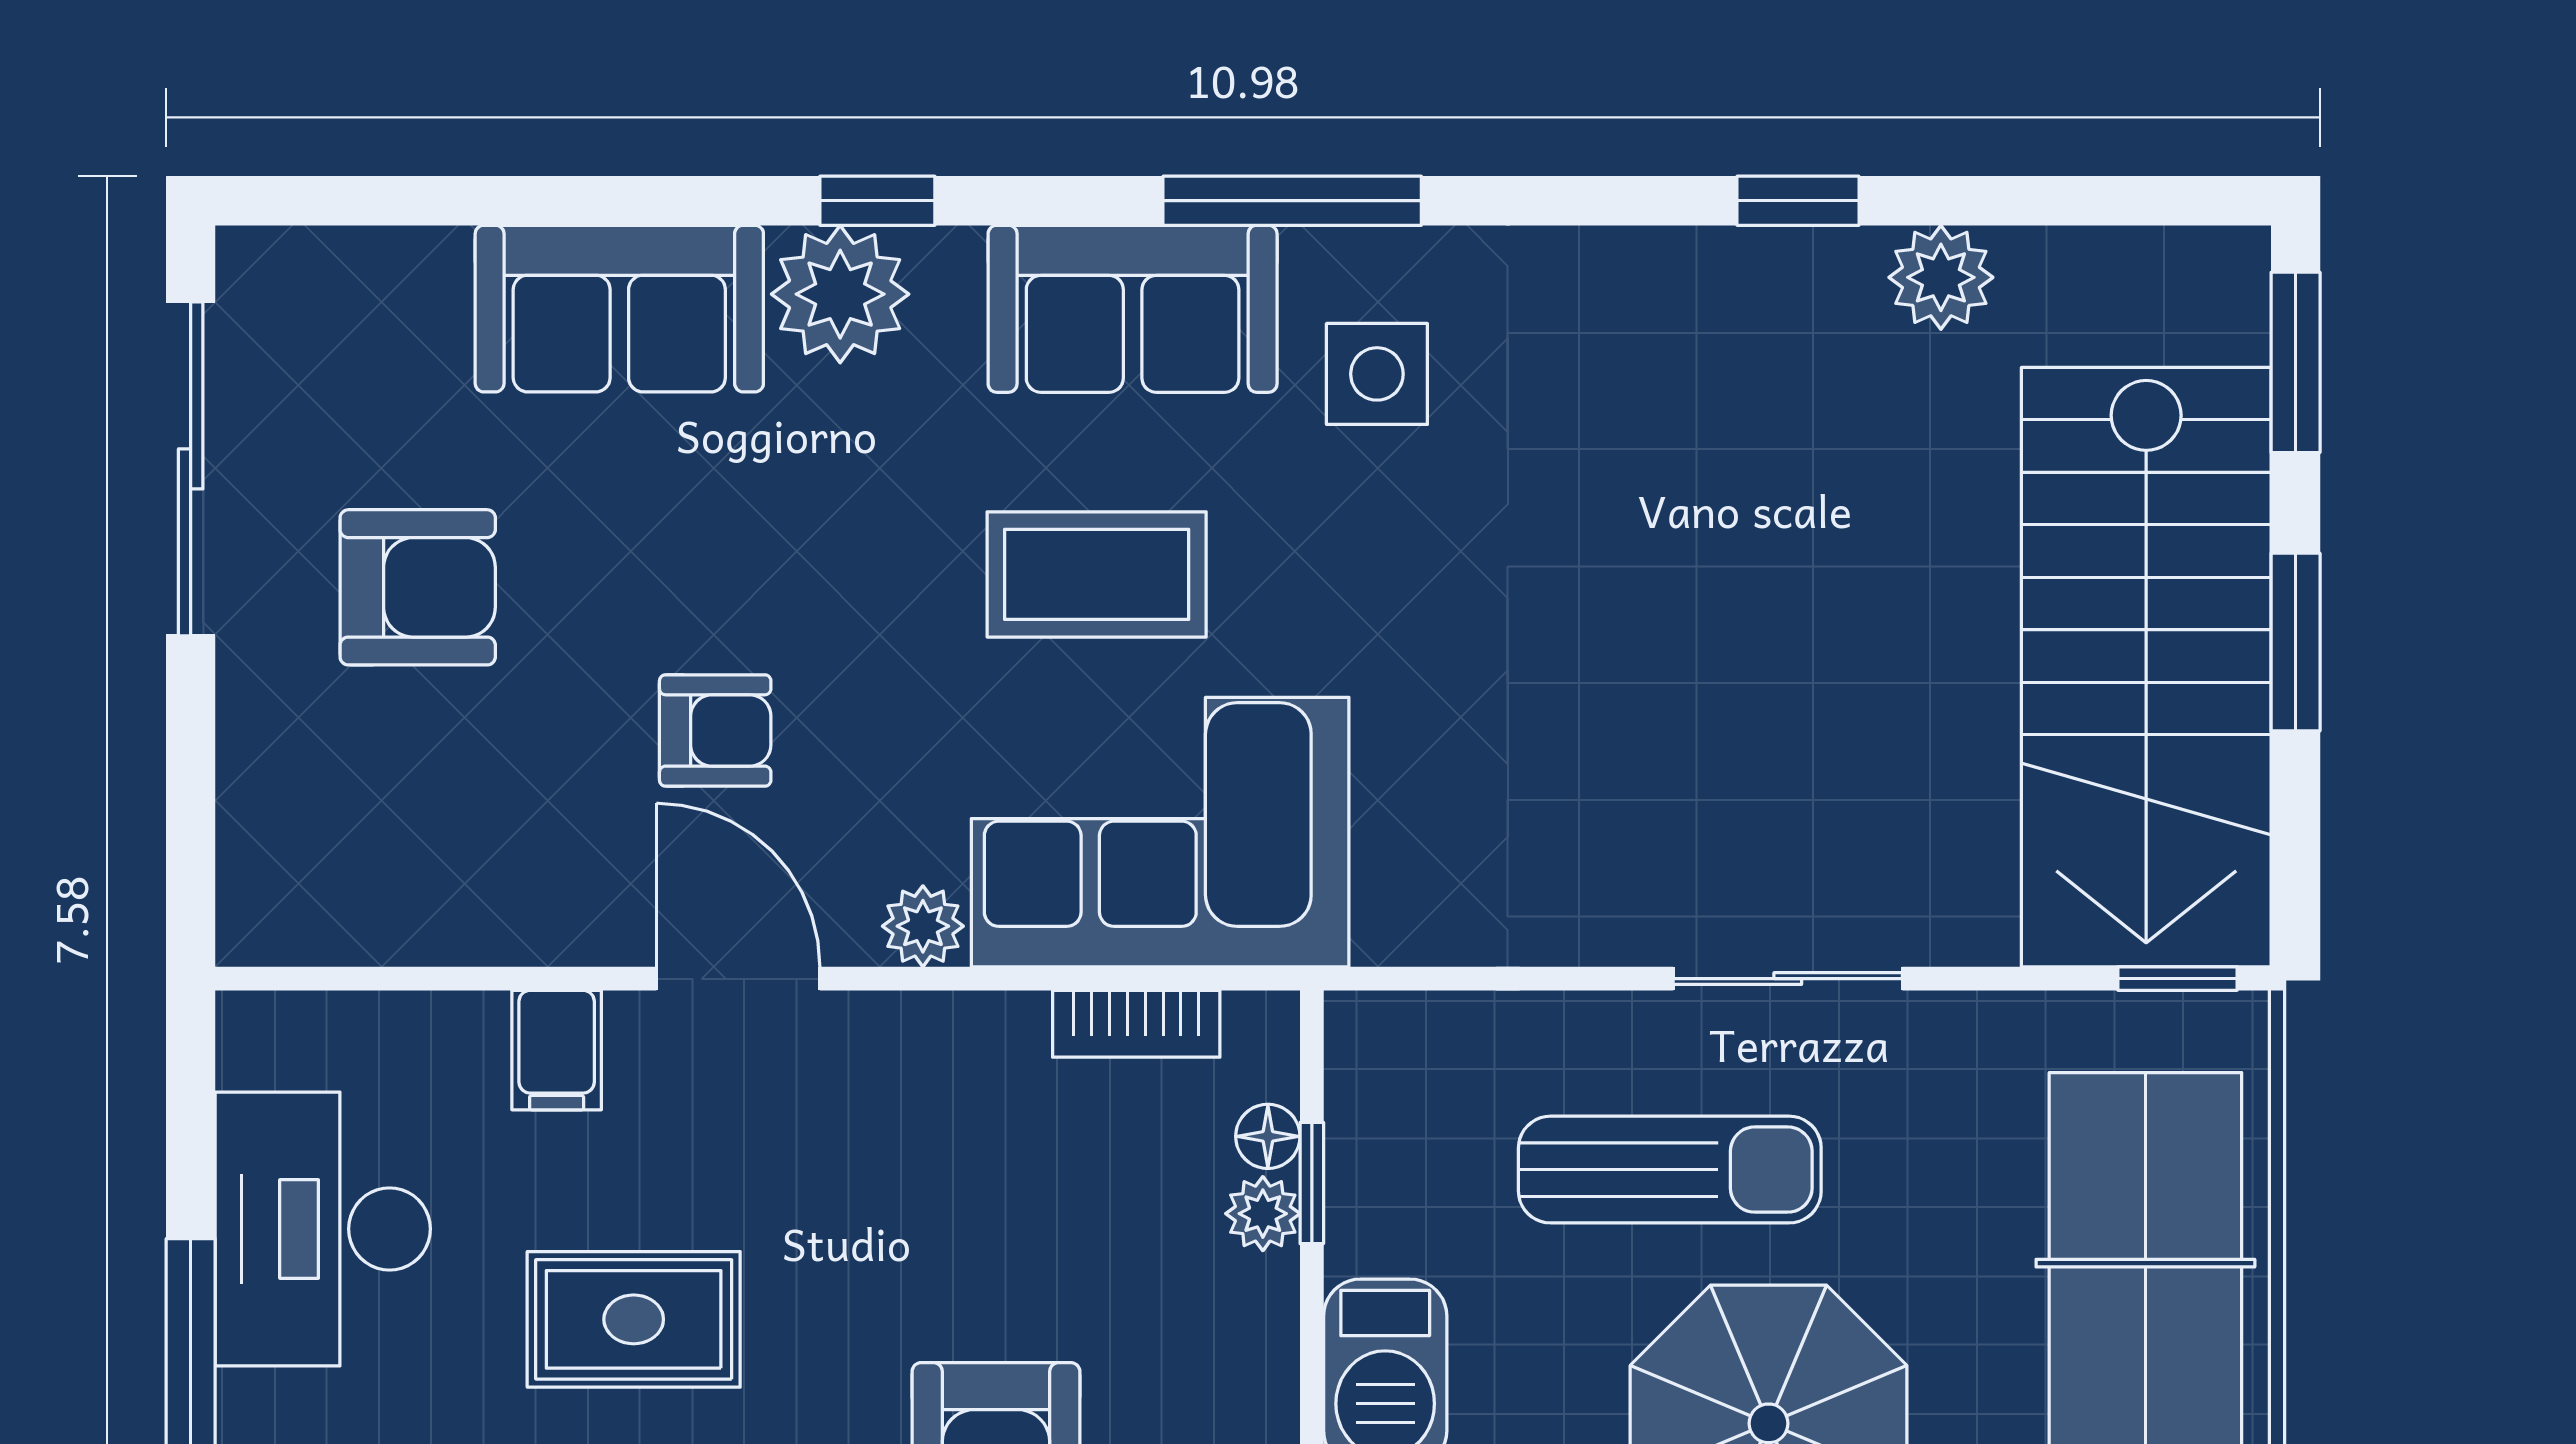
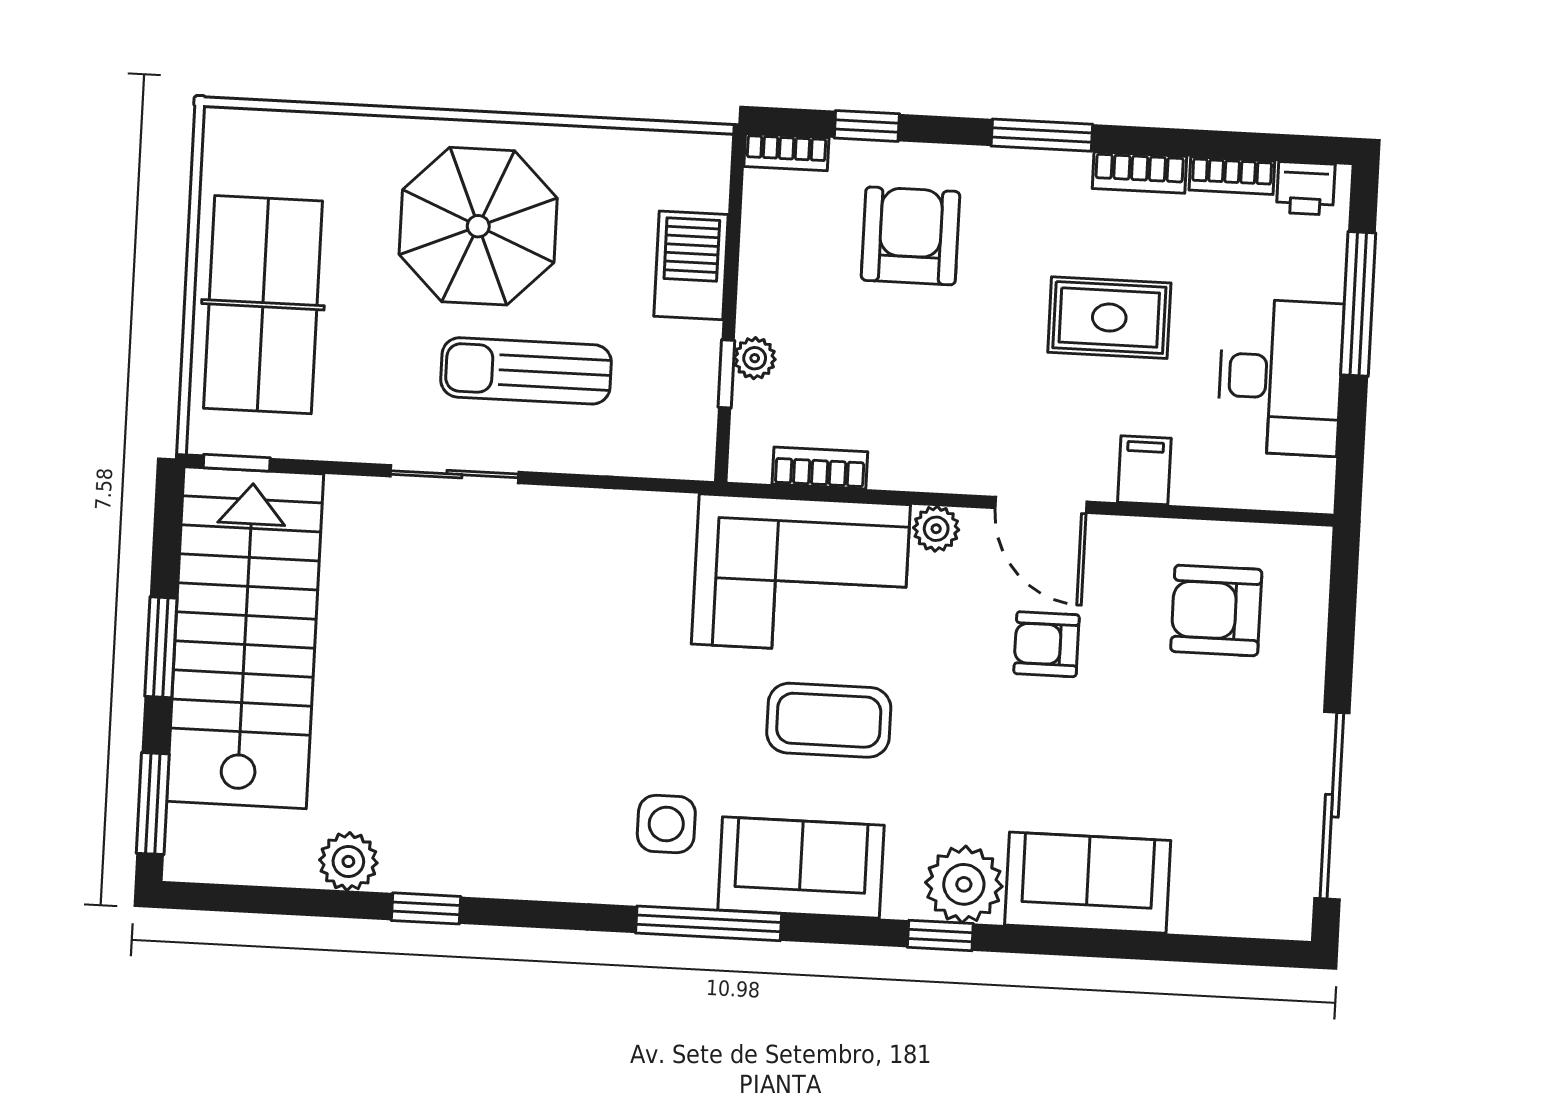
armchair: (418, 587) -> (1216, 610), moved
floor lamp: (1268, 1136) -> (750, 401), removed

